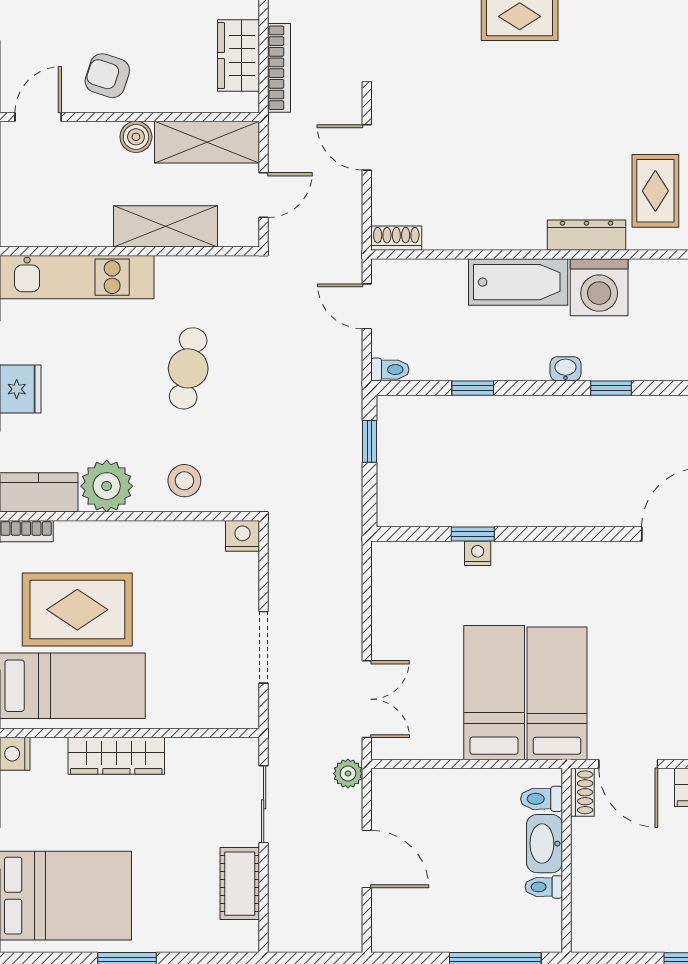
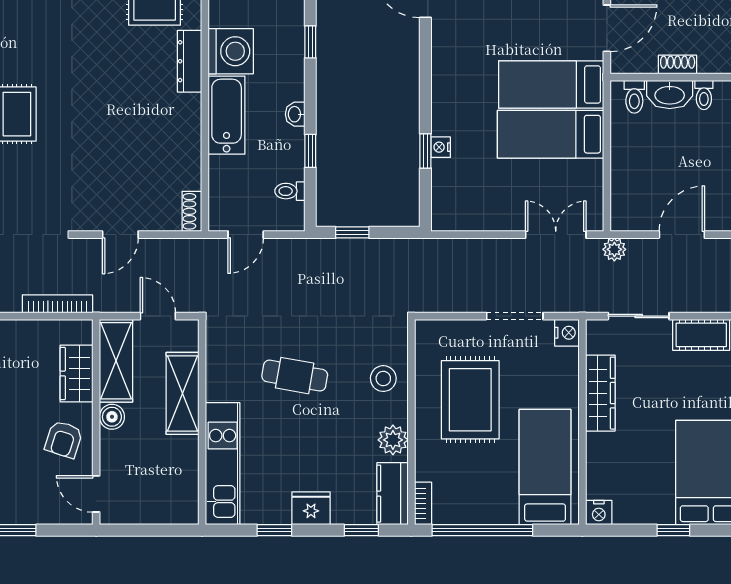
wardrobe: (239, 56) -> (76, 374), moved, turned 90
washbasin: (566, 369) -> (295, 114), moved
toilet: (390, 370) -> (290, 191), moved, turned -90
plant: (107, 486) -> (393, 440), width x0.73, depth x0.73
nightstand: (242, 536) -> (567, 333), moved, turned 180
rug: (77, 610) -> (470, 400), moved
wardrobe: (116, 756) -> (600, 393), moved
shoe rack: (582, 792) -> (678, 64), moved

